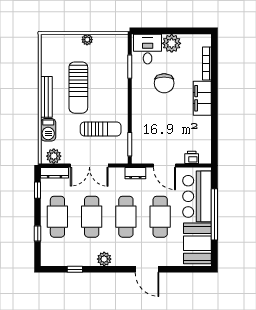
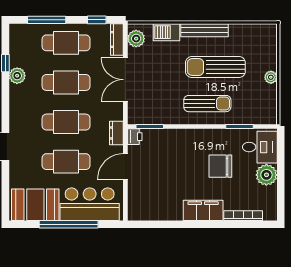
sun lounger: (101, 129) -> (207, 104), moved, turned -90
printer: (192, 157) -> (135, 137), moved
window: (38, 234) -> (47, 20), width x2.17
plant: (104, 259) -> (17, 76), moved

